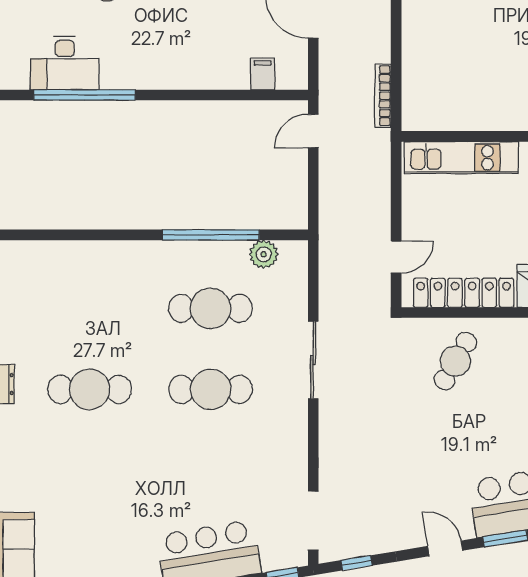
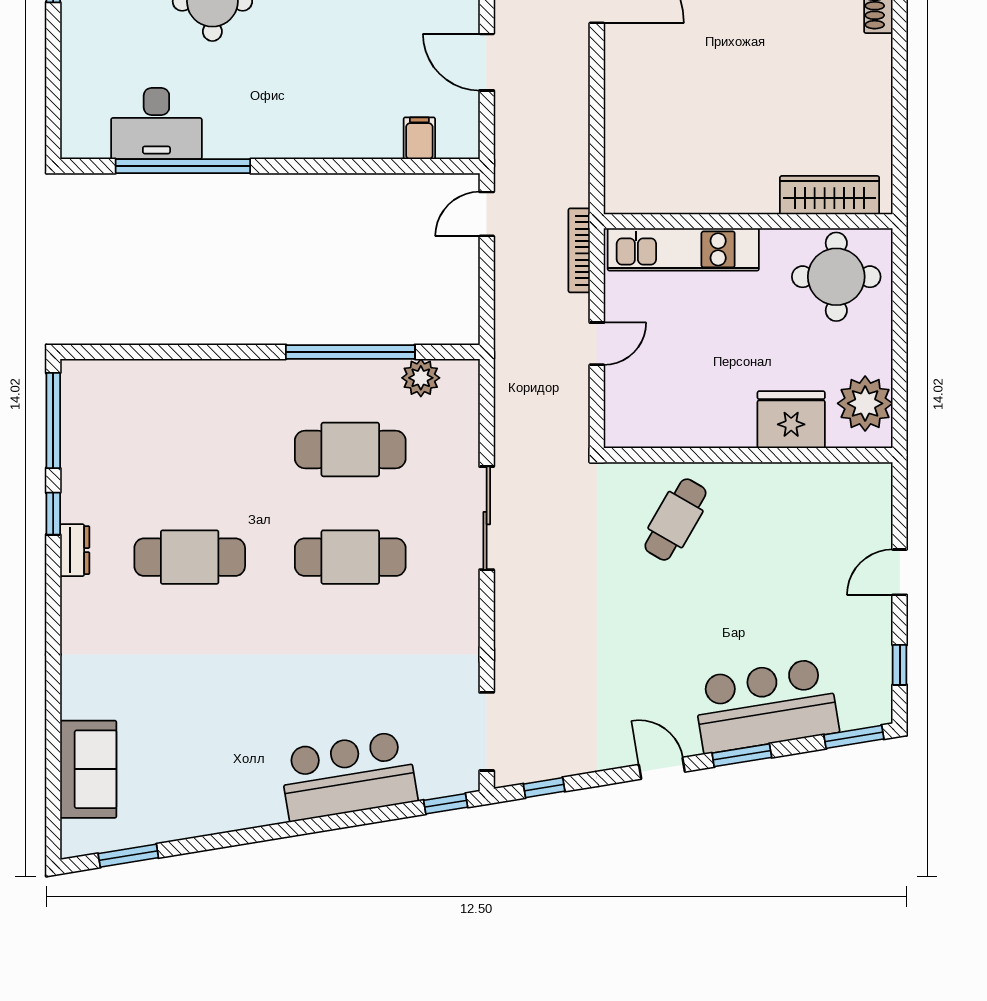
bookcase: (383, 96) -> (579, 250), moved
door: (396, 257) -> (597, 344), moved
locker: (464, 293) -> (686, 429), removed

